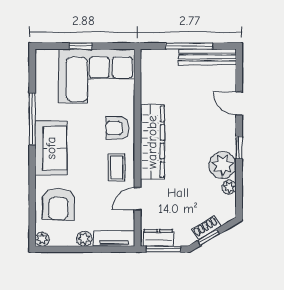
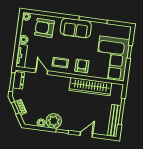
wardrobe: (152, 142) -> (90, 87), moved

